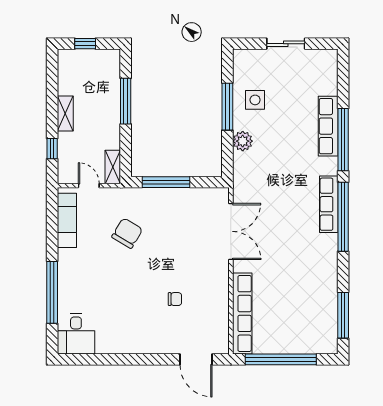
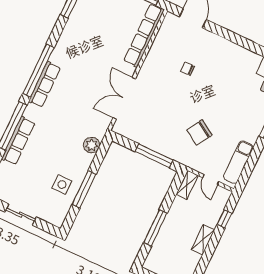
plant: (243, 141) -> (92, 145), moved

